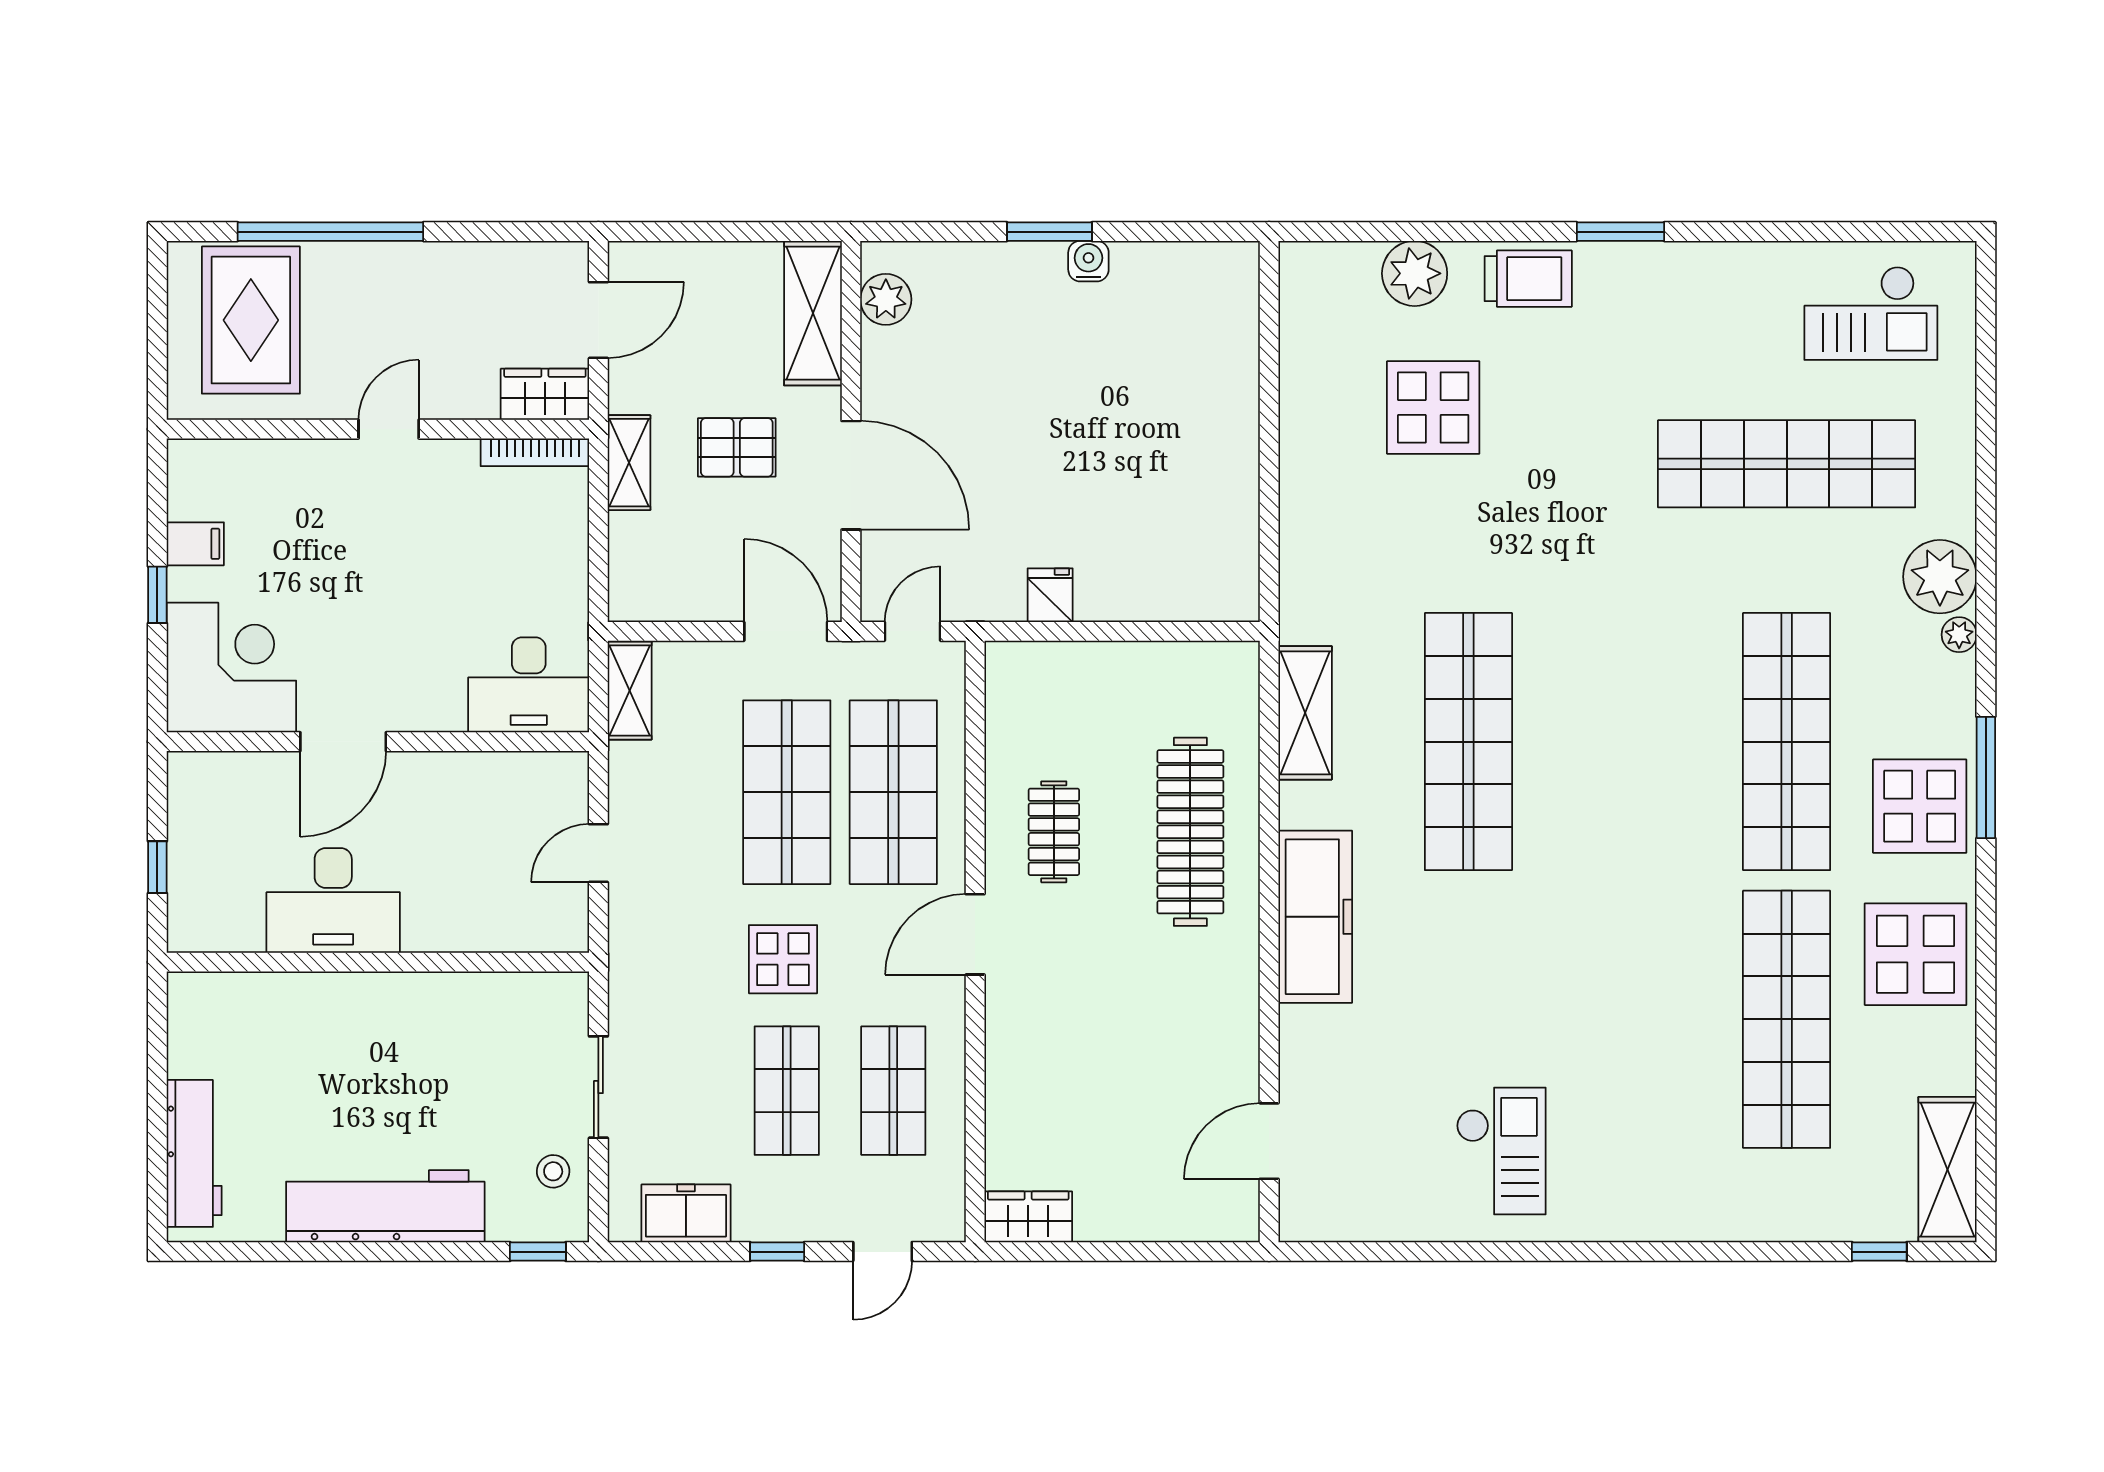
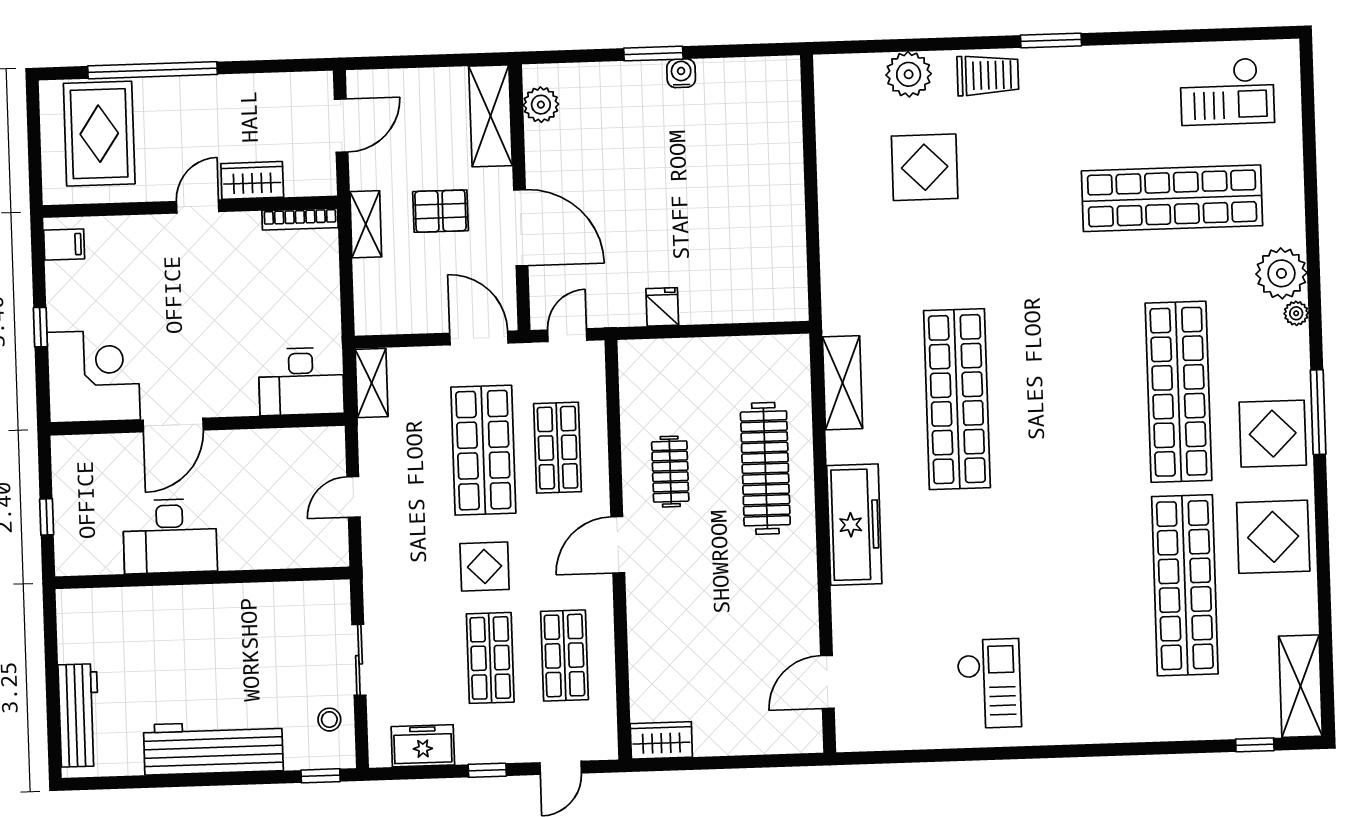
wardrobe: (545, 394) -> (252, 180), moved
filing cabinet: (195, 544) -> (64, 244), moved
shop shelf: (893, 792) -> (558, 448), width x0.70, depth x0.74

